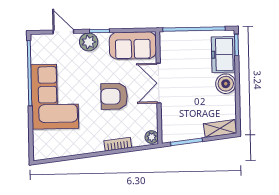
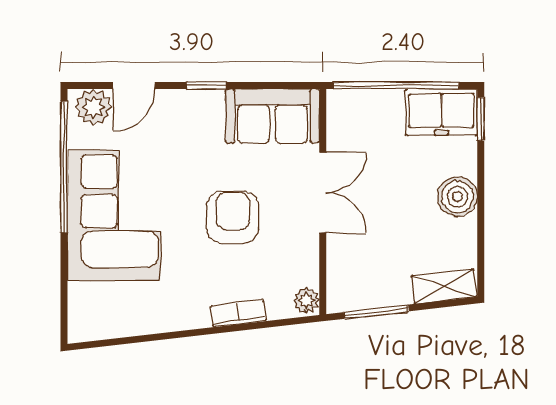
door: (63, 32) -> (134, 85), swing flipped
plant: (89, 42) -> (93, 107), moved
freezer: (223, 55) -> (441, 112), moved, turned -90
double door: (159, 83) -> (323, 193), swing flipped
armchair: (114, 96) -> (233, 217), turned 90

